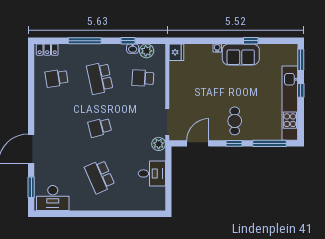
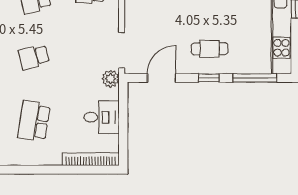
cafe table: (235, 121) -> (210, 49), turned 90
school desk: (100, 176) -> (34, 121), turned 33
bookcase: (143, 206) -> (91, 159), added

